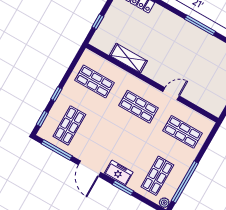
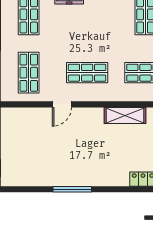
shop shelf: (183, 132) -> (29, 73), turned 90

